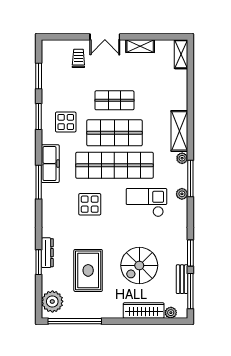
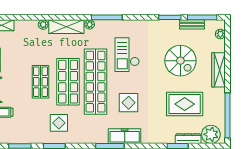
freezer: (50, 164) -> (125, 136), moved
plant: (182, 194) -> (43, 25), moved
dresser: (47, 253) -> (188, 139), moved
wardrobe: (144, 311) -> (219, 70), moved

